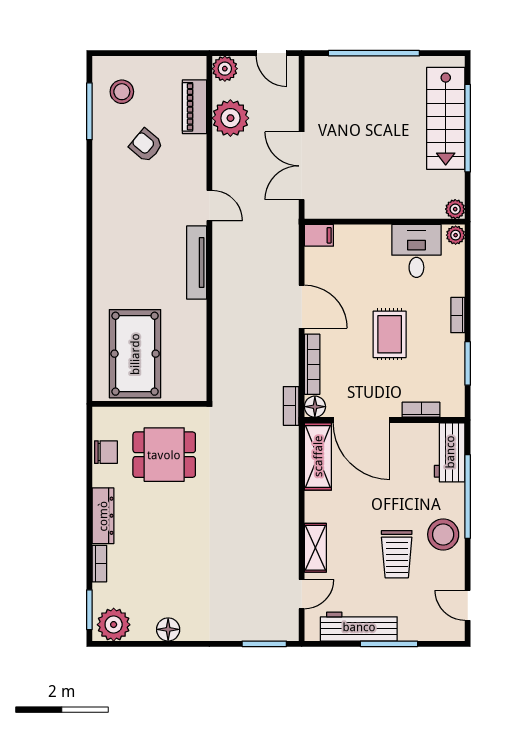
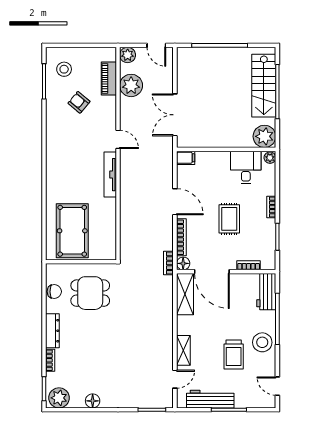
plant: (455, 209) -> (264, 136), width x1.88, depth x1.88

